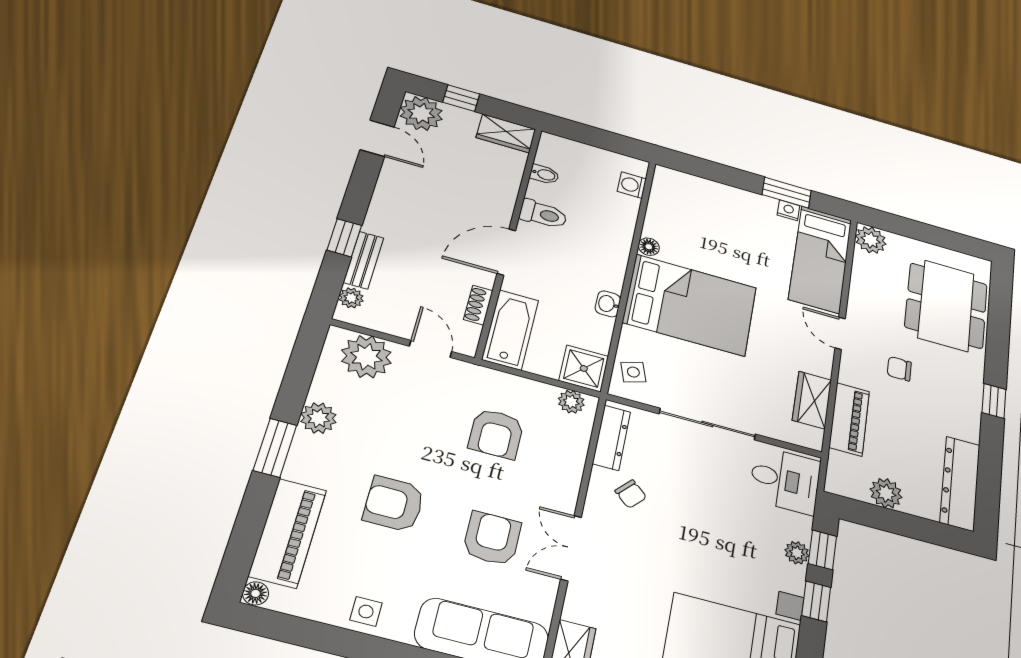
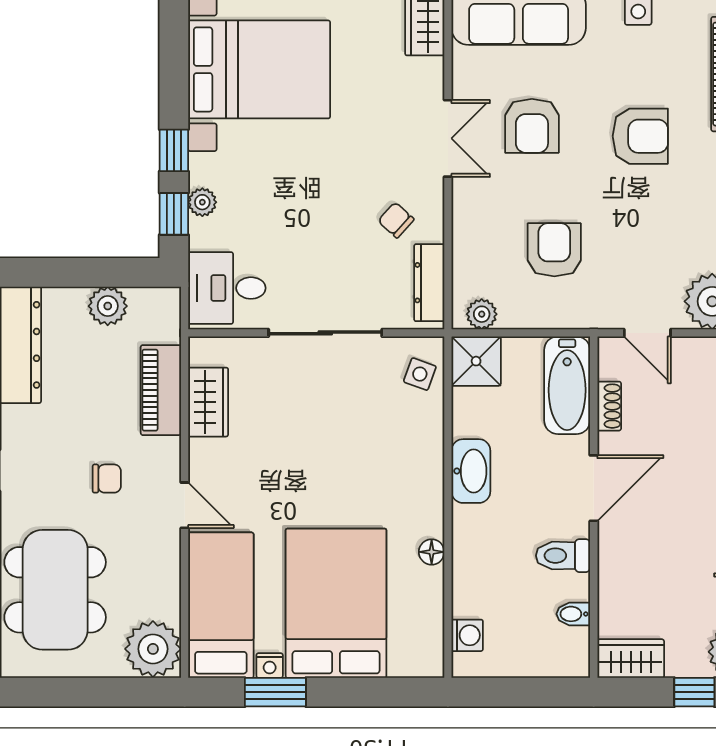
plant: (871, 240) -> (153, 649), width x1.36, depth x1.36
washbasin: (608, 304) -> (471, 471), width x1.91, depth x1.45
bed: (690, 305) -> (336, 603), moved, turned 90
side table: (633, 372) -> (420, 374), turned 38

